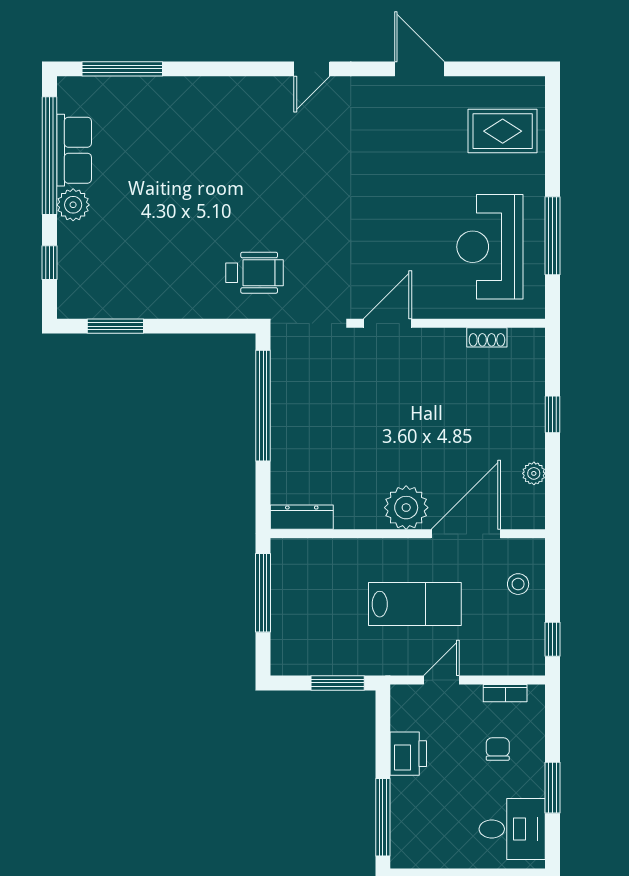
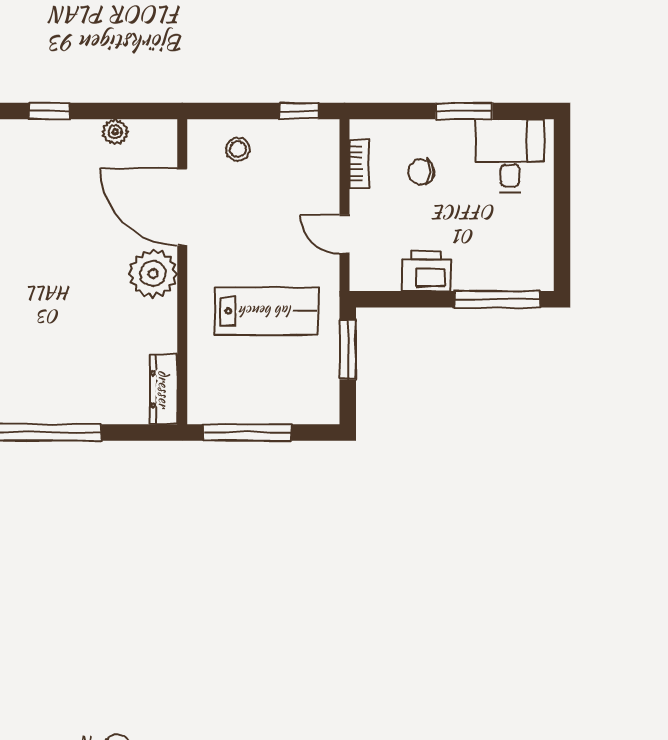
lab bench: (415, 604) -> (266, 311), moved, turned 90

